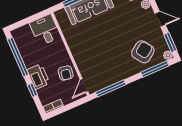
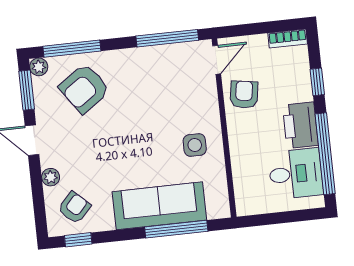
desk: (45, 30) -> (296, 174), moved, turned -90
side table: (82, 41) -> (195, 145), added
printer: (38, 77) -> (300, 125), moved

